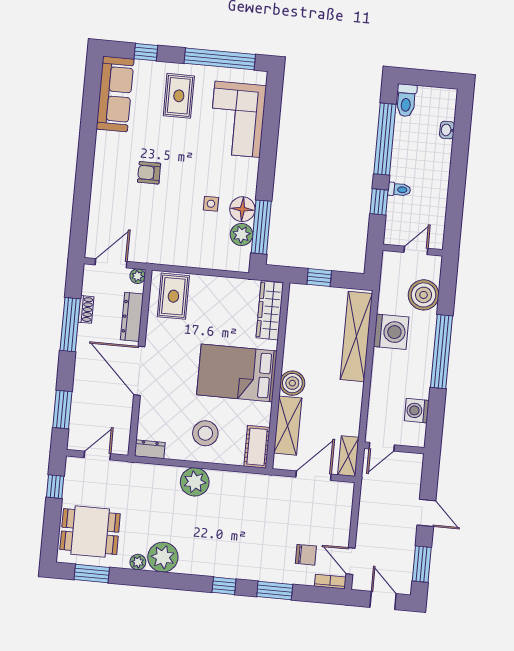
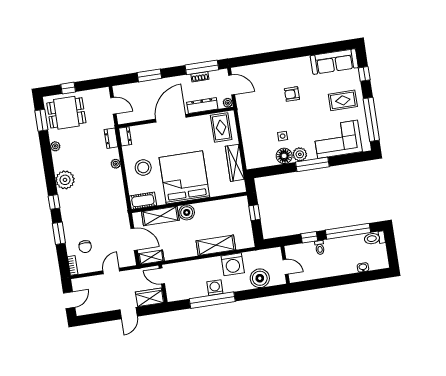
armchair: (149, 173) -> (292, 94), turned -90
window: (261, 227) -> (312, 164), moved
plant: (241, 235) -> (300, 154), moved
rug: (173, 296) -> (221, 127), turned 90
wardrobe: (270, 310) -> (235, 163), moved, turned -90
window: (70, 325) -> (202, 67), moved
shelving: (356, 336) -> (216, 245), width x0.68
window: (441, 352) -> (212, 300), moved
bed: (237, 373) -> (184, 177), width x1.36
window: (62, 410) -> (149, 75), moved
washing machine: (417, 411) -> (215, 288), moved
dresser: (147, 472) -> (111, 138), added
wardrobe: (410, 474) -> (149, 297), added
plant: (195, 482) -> (116, 164), width x0.53, depth x0.53
window: (55, 487) -> (68, 88), moved
dining table: (90, 532) -> (66, 113), turned 90
plant: (163, 557) -> (65, 180), moved
door: (351, 561) -> (111, 271), moved
window: (422, 564) -> (97, 318), removed

